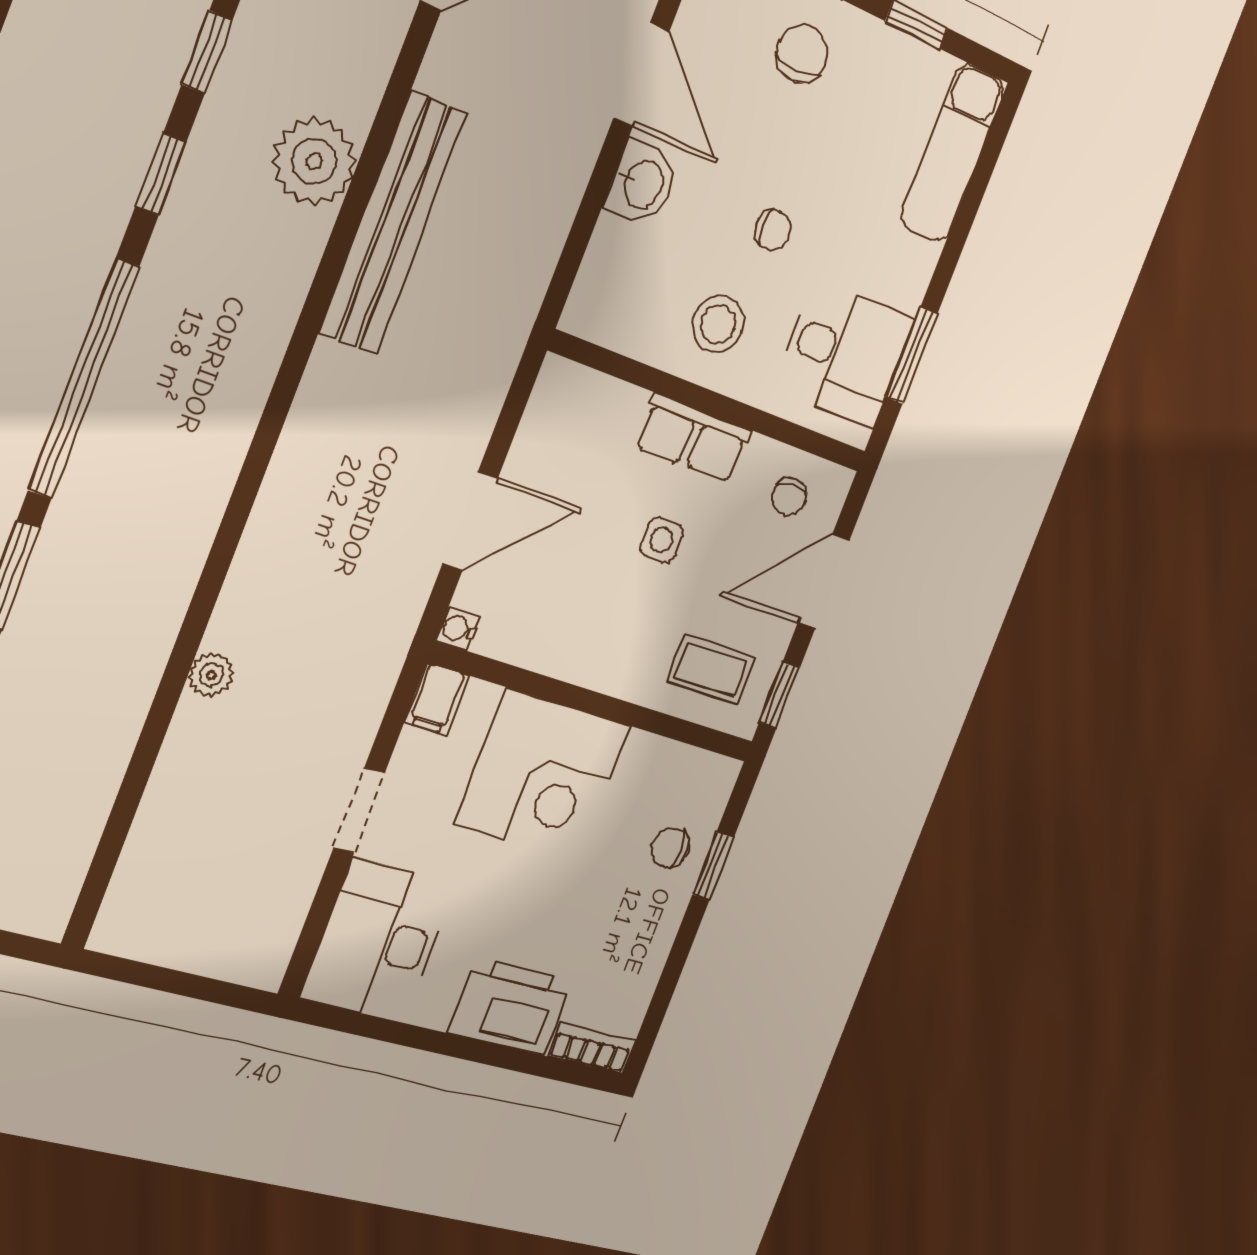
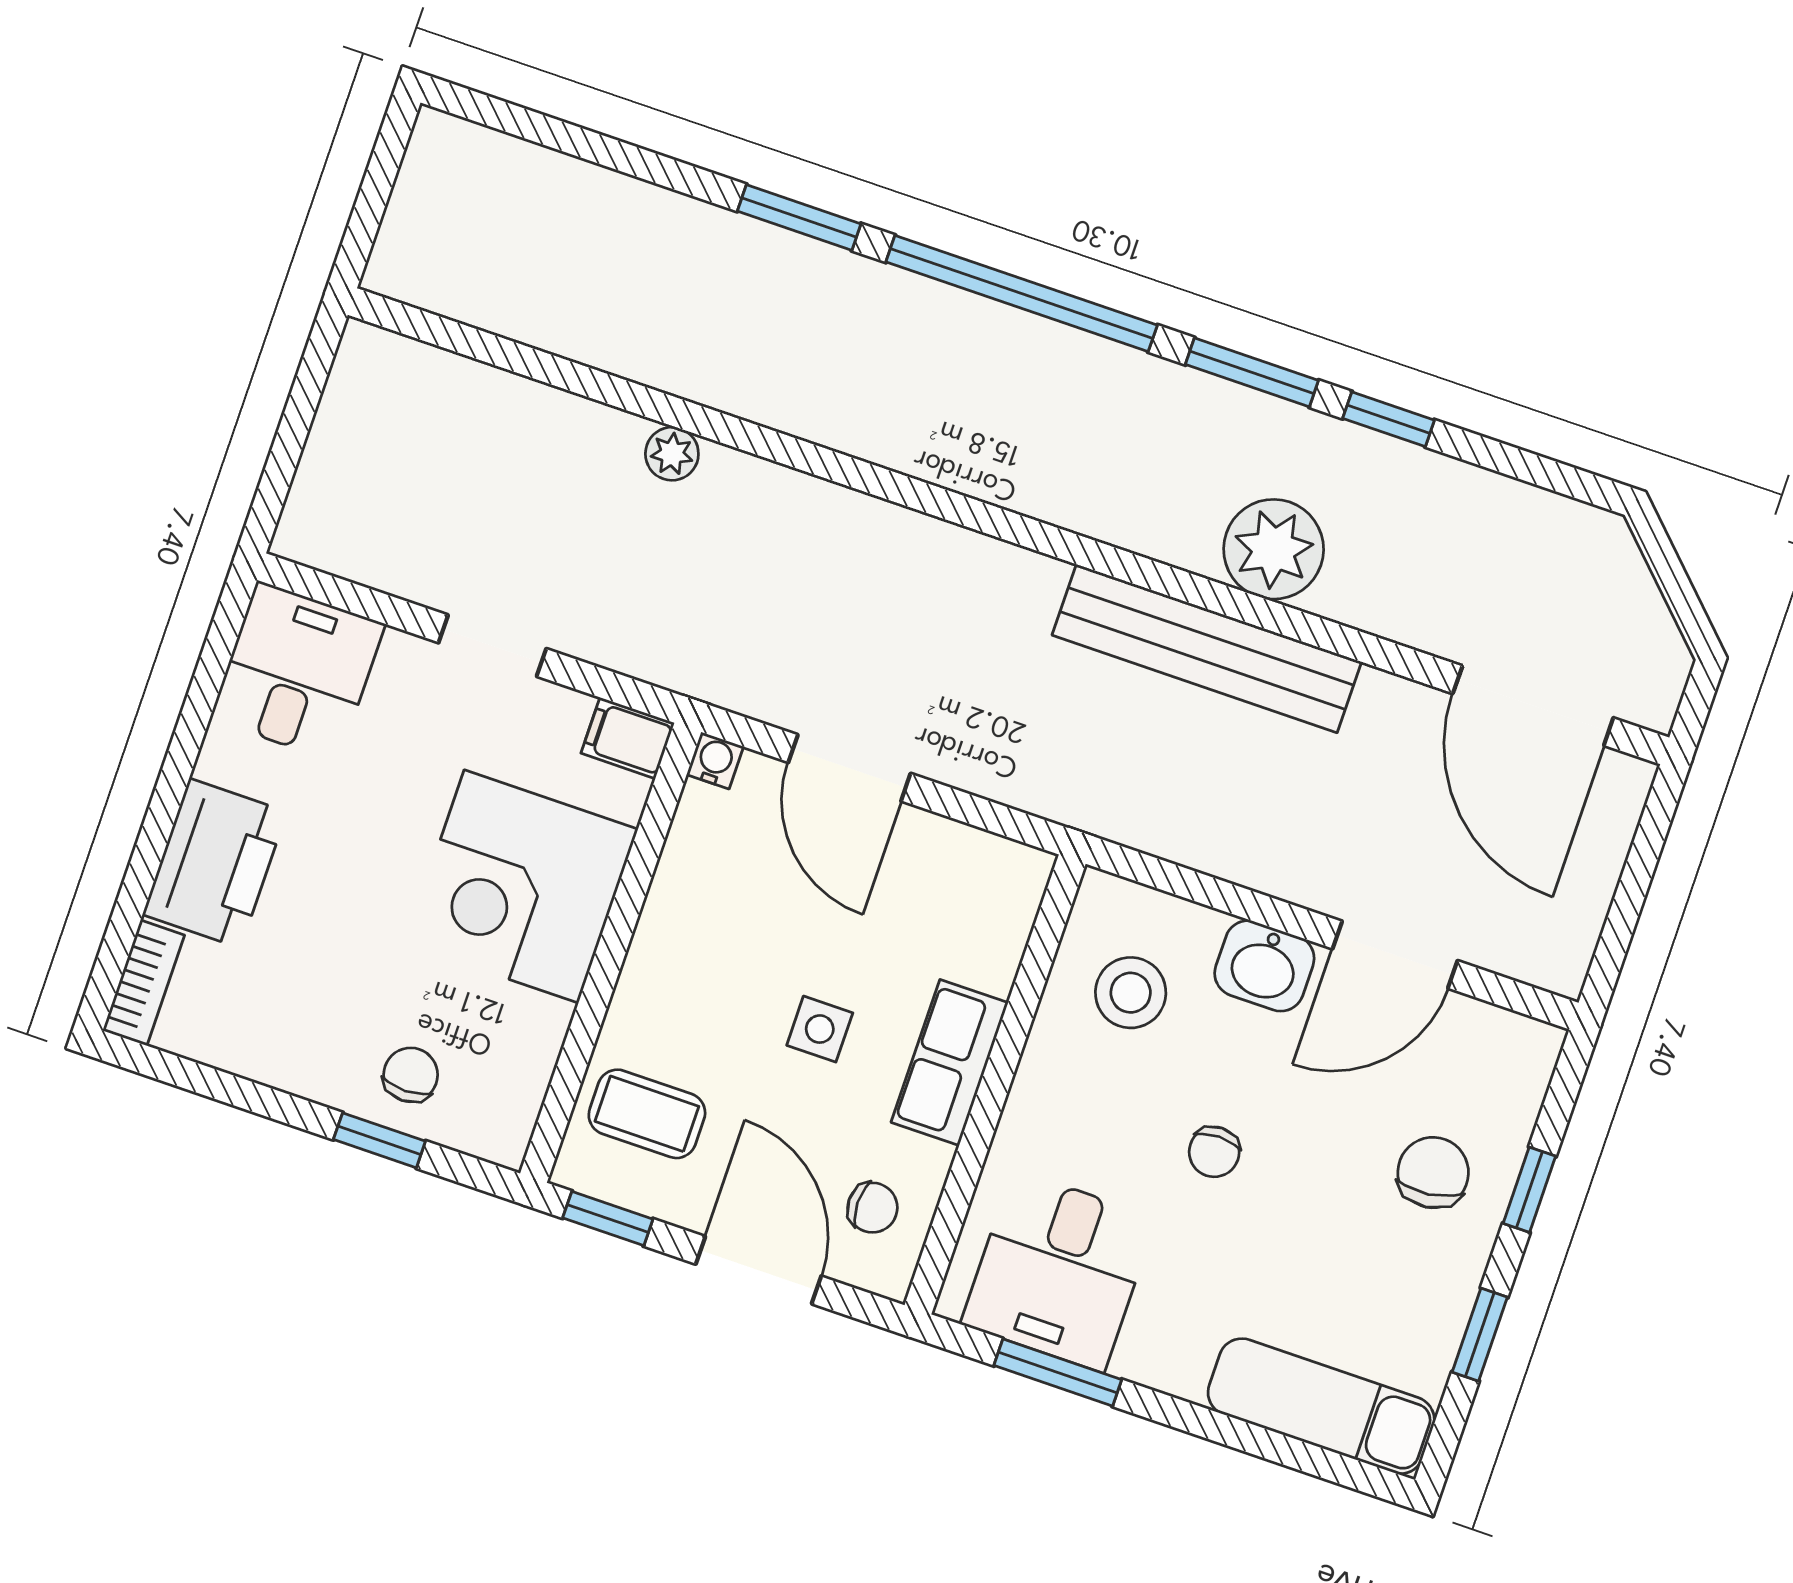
chair: (802, 54) -> (1433, 1173), turned -97
window: (161, 174) -> (1252, 372), width x1.50
stool: (718, 324) -> (1131, 993), moved
chair: (789, 497) -> (873, 1208), turned 180
coffee table: (711, 670) -> (647, 1114), turned 90
desk: (378, 941) -> (298, 671), width x0.73

